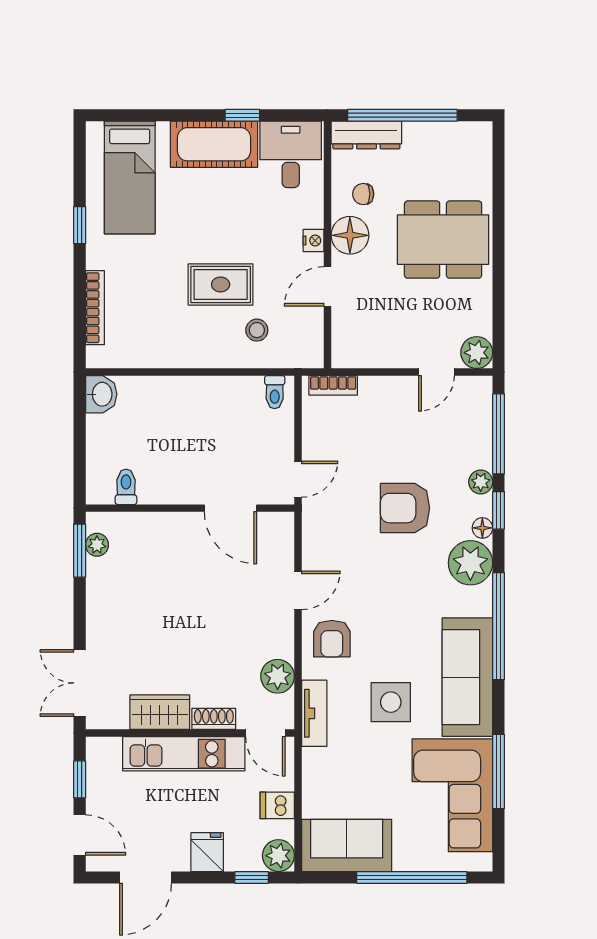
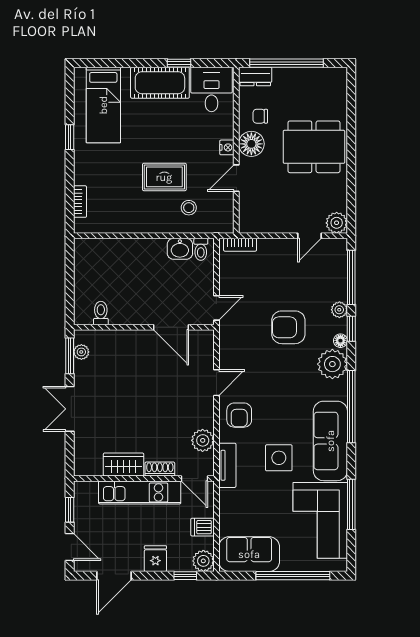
dresser: (366, 135) -> (255, 76), width x0.70
bookcase: (95, 308) -> (80, 202), width x0.64
washbasin: (101, 394) -> (180, 249), moved, turned 90
double door: (80, 683) -> (70, 409), moved

